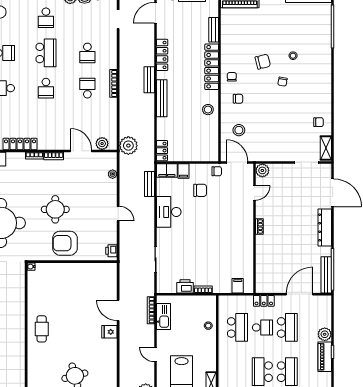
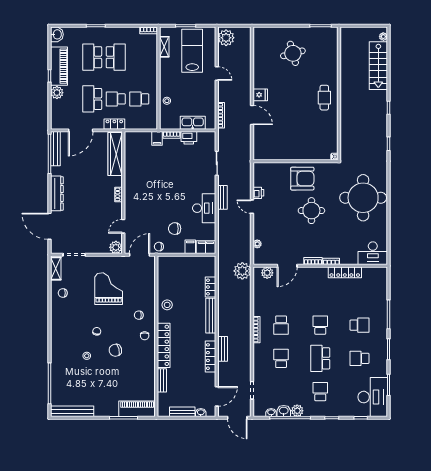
bench: (149, 80) -> (223, 349), moved
grand piano: (270, 127) -> (109, 289), added
stool: (239, 130) -> (138, 285), removed
door: (81, 151) -> (287, 266), hinge flipped
locker: (162, 151) -> (211, 287), moved
door: (237, 163) -> (139, 255), swing flipped
bench: (149, 184) -> (222, 197), moved
printer: (111, 251) -> (258, 193), moved
wardrobe: (263, 269) -> (115, 154), added
filing cabinet: (238, 286) -> (157, 138), moved
kitchen sink: (164, 316) -> (193, 123), moved, turned 90
school desk: (237, 327) -> (139, 99), width x0.54
piano: (325, 357) -> (59, 66), width x1.37, depth x1.33

